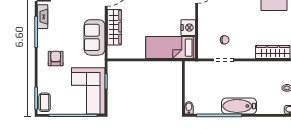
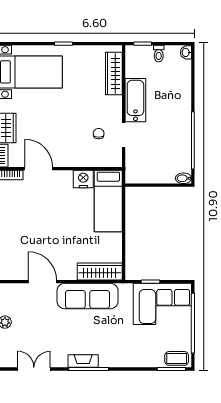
fireplace: (42, 17) -> (83, 361), moved
wardrobe: (114, 27) -> (100, 271), moved
sofa: (95, 37) -> (88, 296), width x1.36
armchair: (56, 58) -> (122, 345), removed
bathtub: (239, 106) -> (135, 100), moved, turned 180

